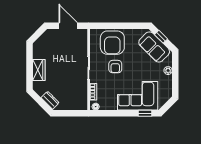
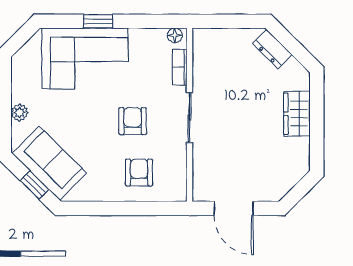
armchair: (112, 43) -> (139, 173), width x0.53, depth x0.53
window: (145, 113) -> (98, 21), moved

